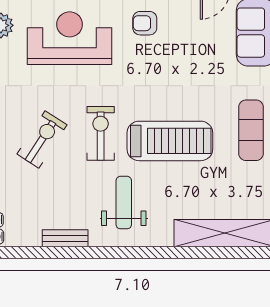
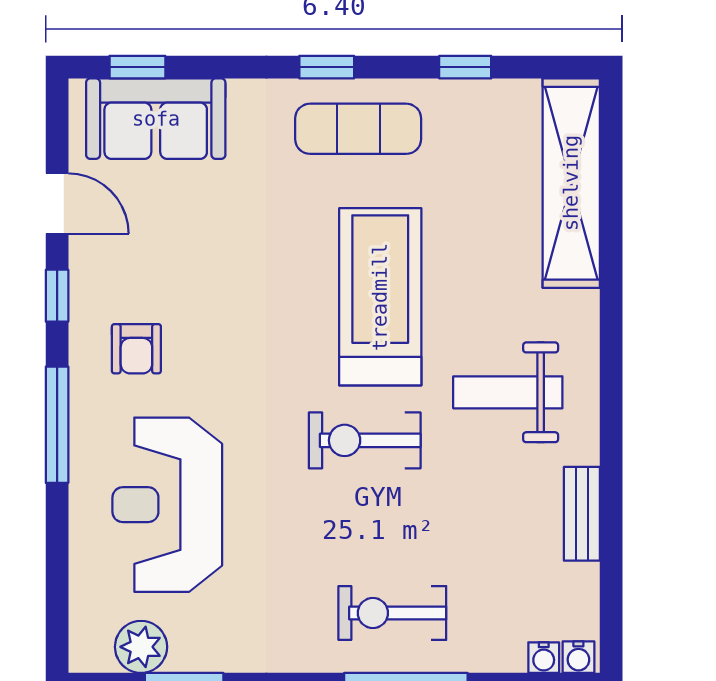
exercise bike: (42, 139) -> (392, 613), moved, turned -33

